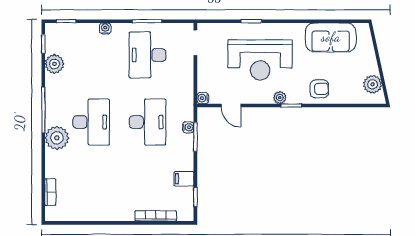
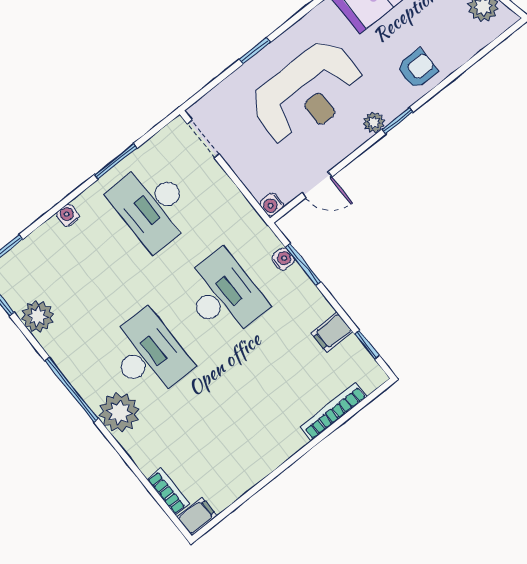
filing cabinet: (54, 214) -> (197, 516), added

